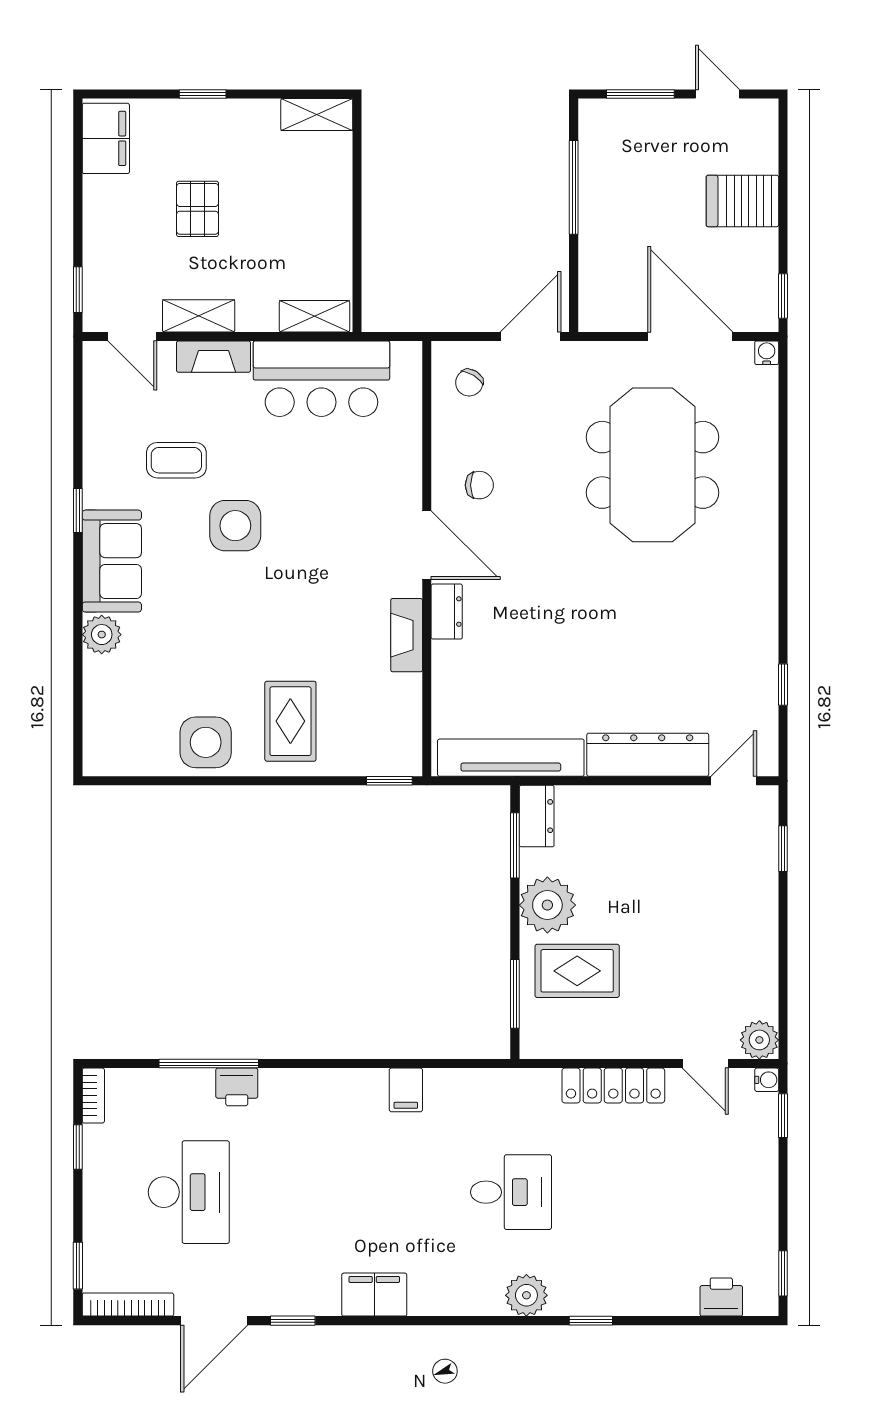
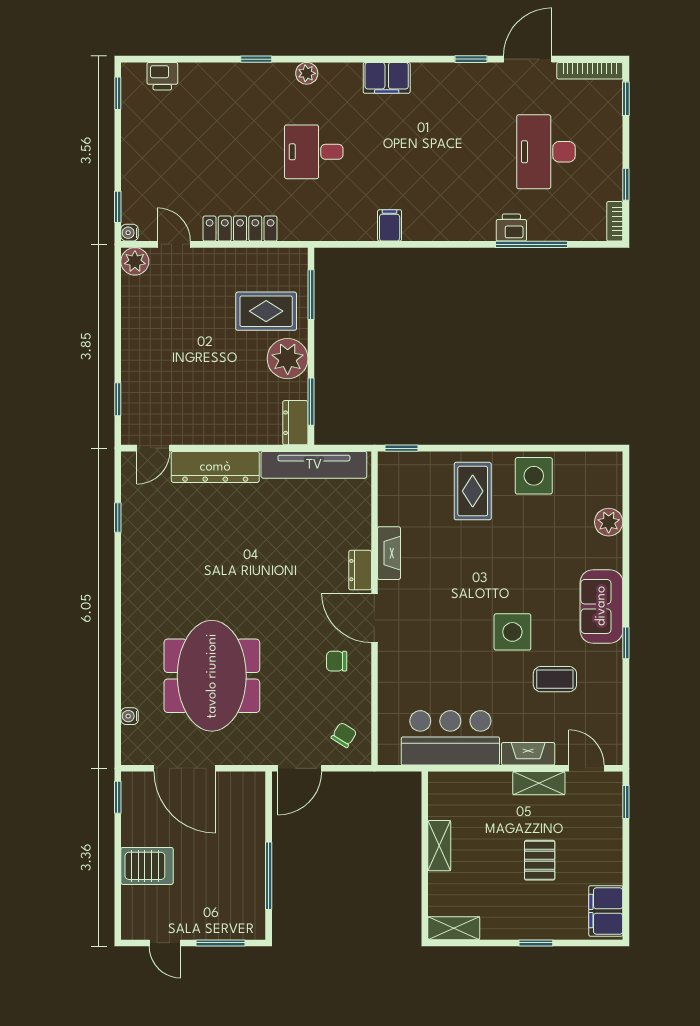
shelving: (314, 316) -> (439, 846), moved, turned 90
water cooler: (767, 353) -> (130, 716), moved, turned 90
plant: (102, 635) -> (609, 522), moved
filing cabinet: (374, 1295) -> (387, 78), moved
plant: (526, 1295) -> (307, 73), width x0.73, depth x0.73

